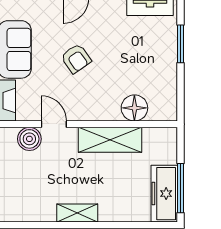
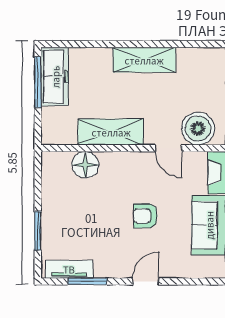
armchair: (76, 59) -> (145, 216), turned -55
boiler: (29, 139) -> (198, 129), width x1.37, depth x1.37
shelving: (77, 213) -> (144, 60), width x1.50, depth x1.33

